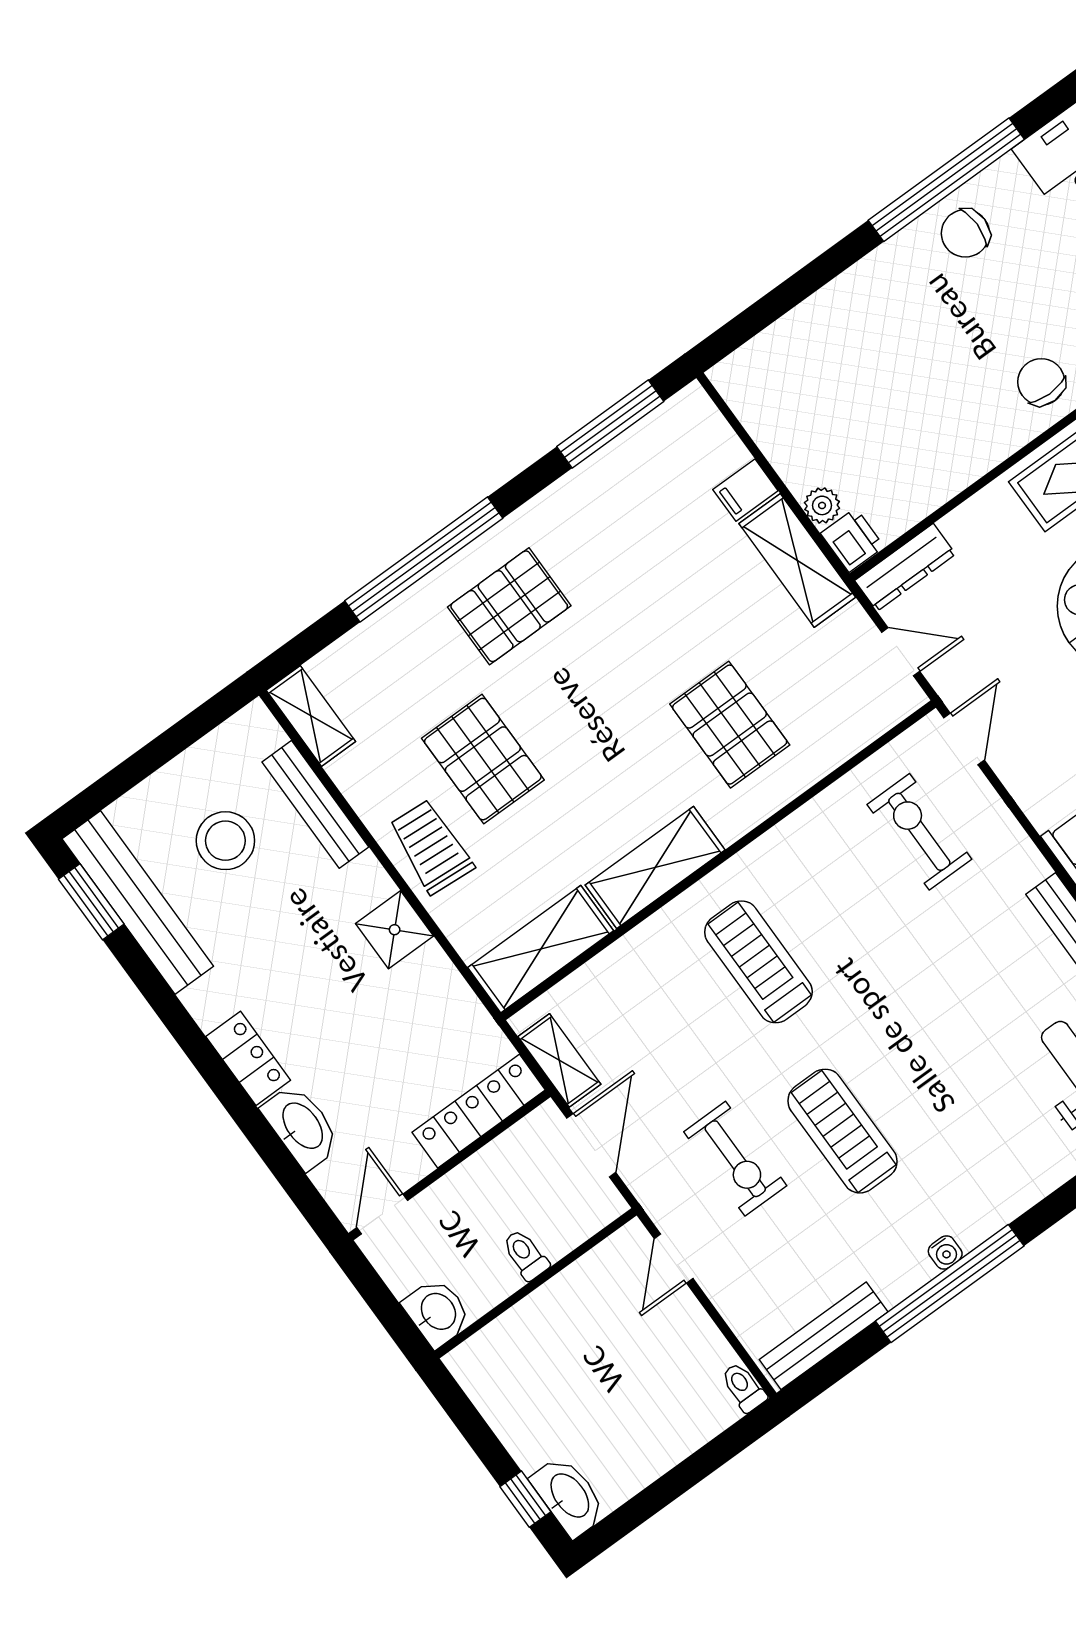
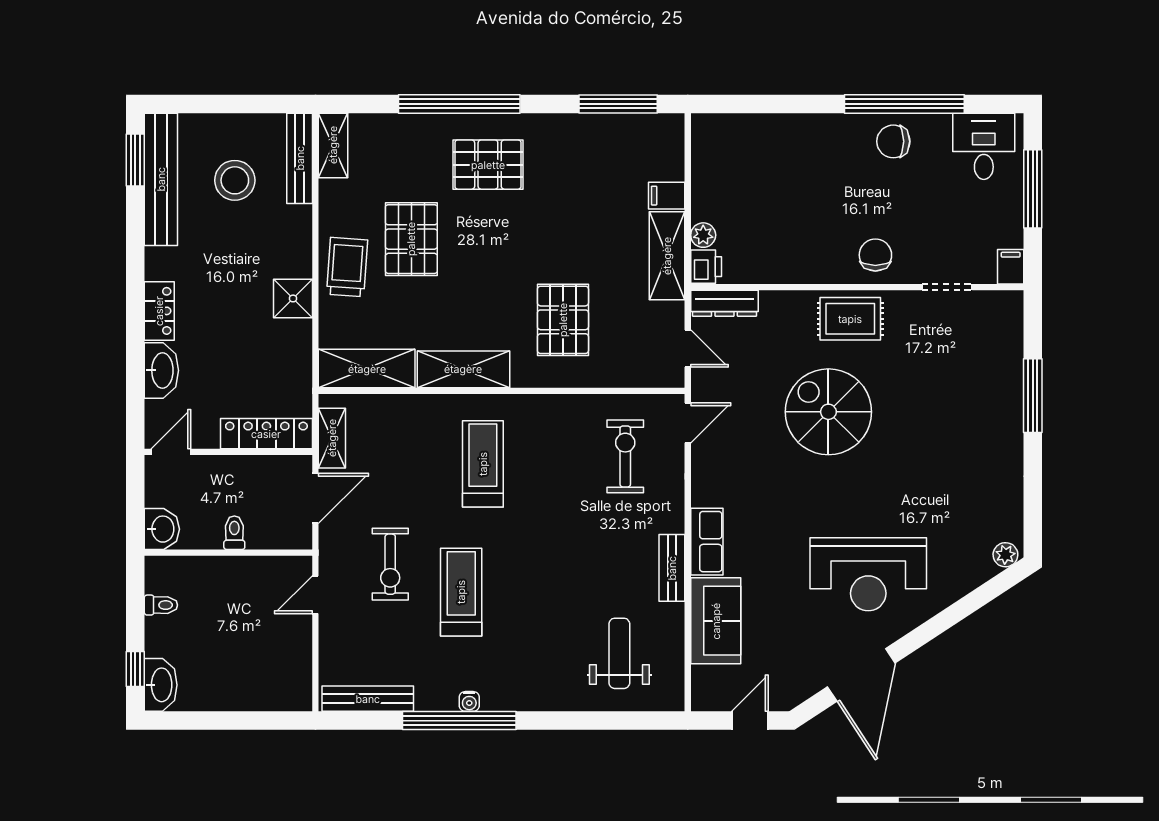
bench: (315, 804) -> (300, 158), moved
toilet: (743, 1387) -> (161, 605), moved, turned 90

